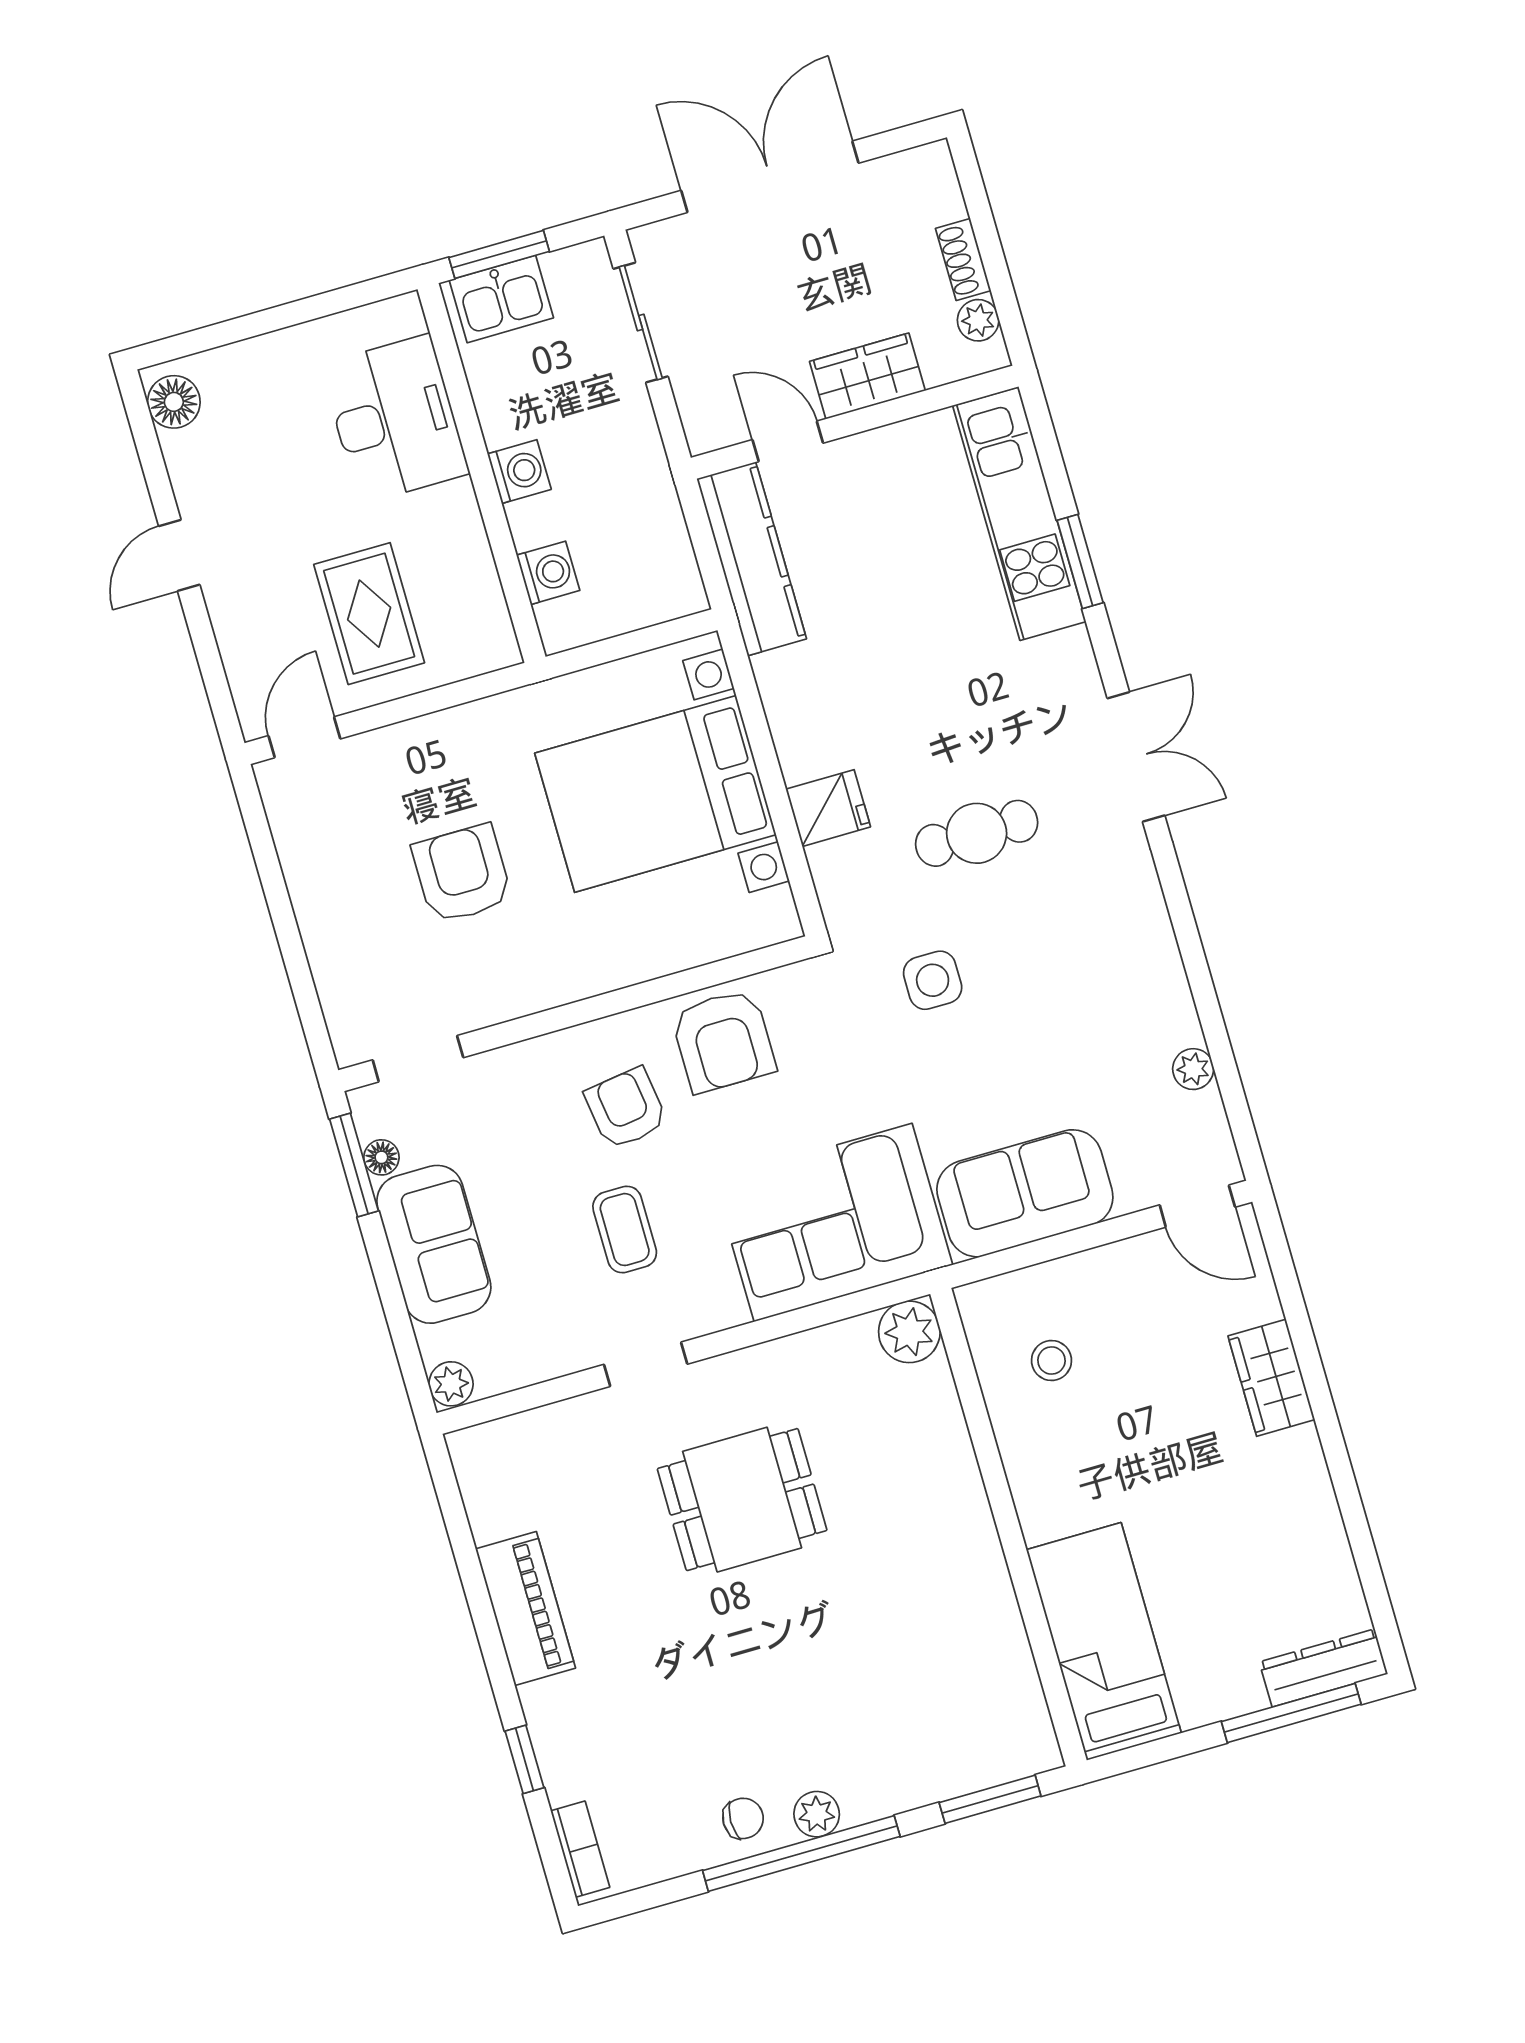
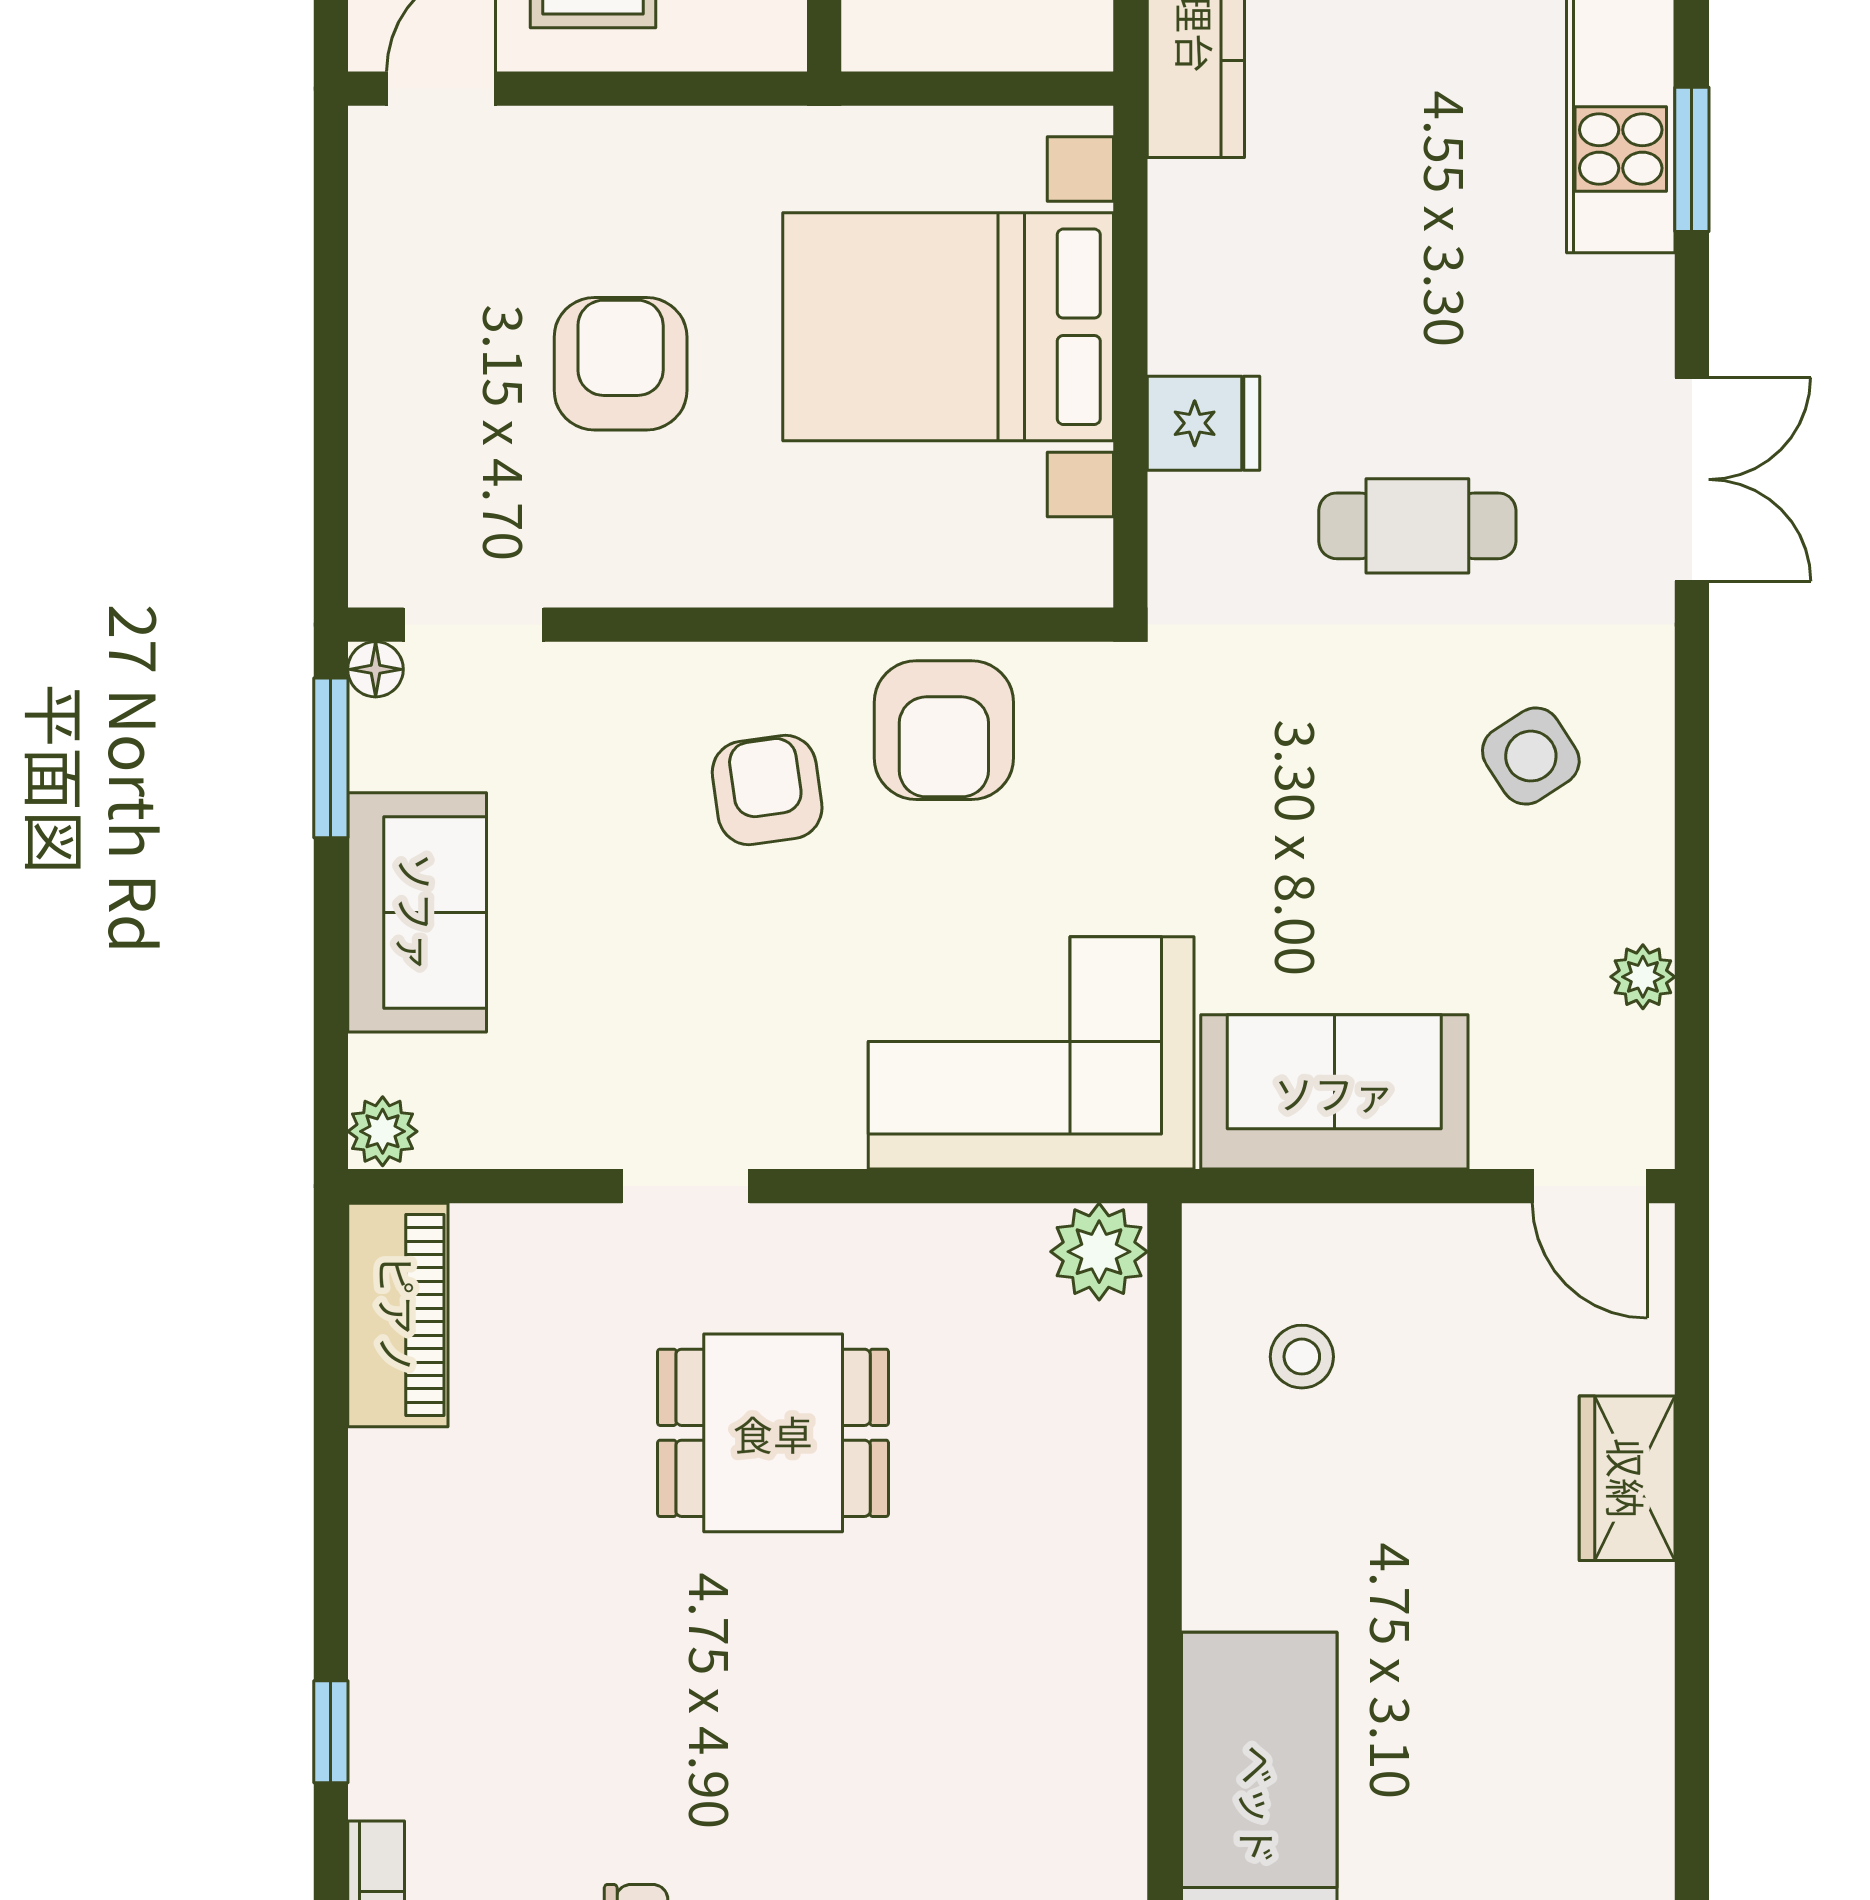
side table: (933, 980) -> (1531, 756), moved, turned -33
floor lamp: (381, 1157) -> (376, 669), moved
coffee table: (625, 1230) -> (712, 973), removed
piano: (526, 1609) -> (398, 1315), moved

